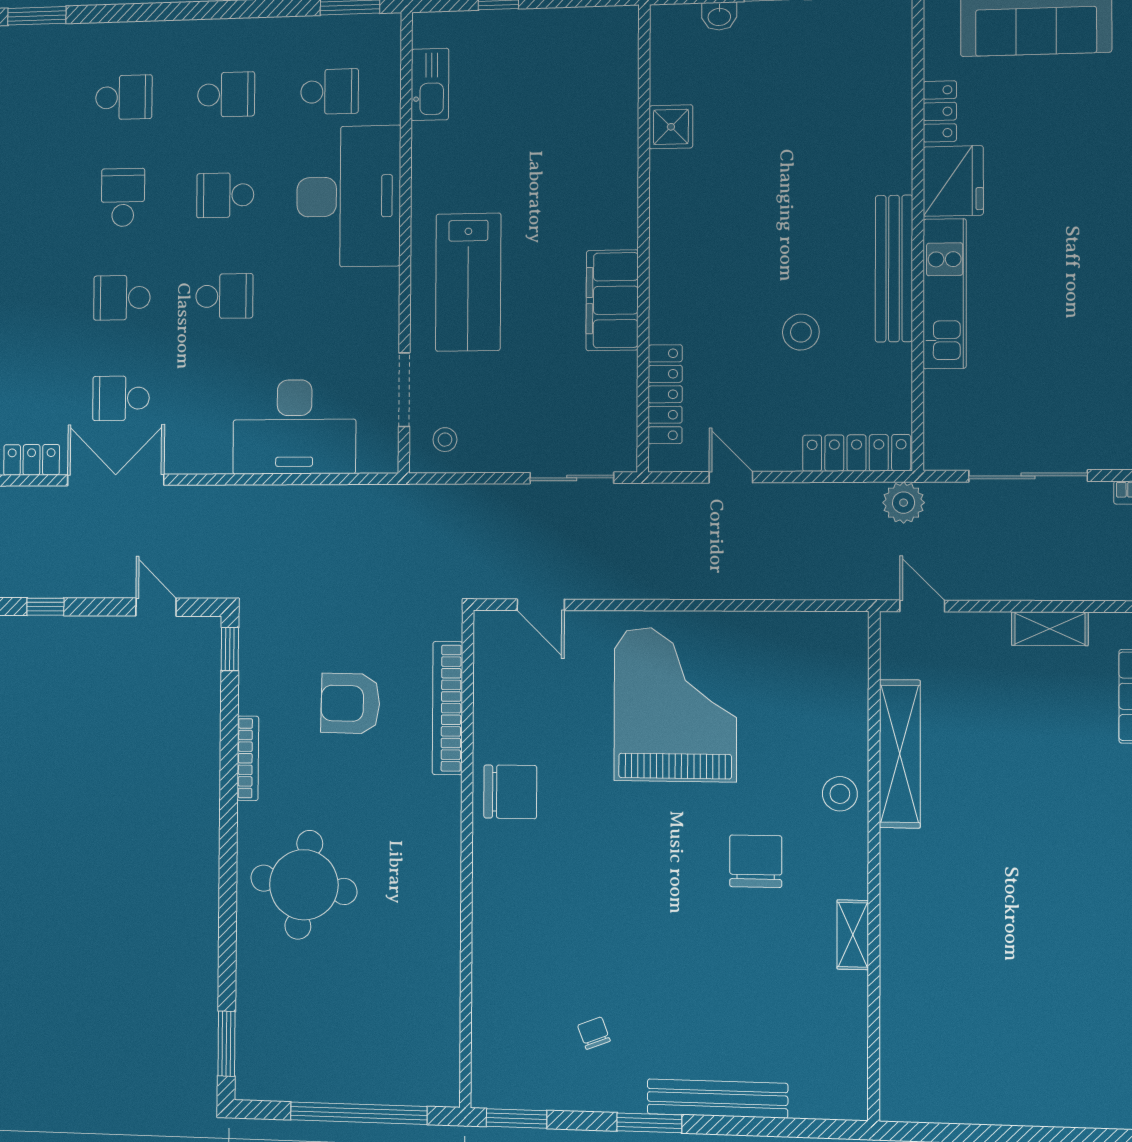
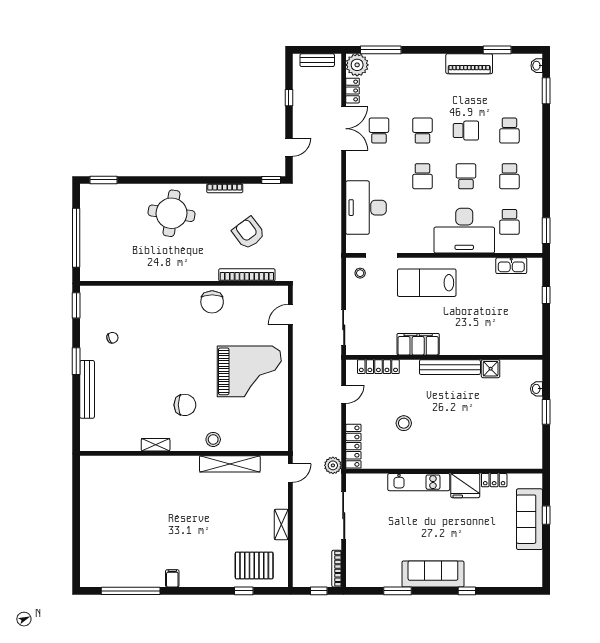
bench: (894, 269) -> (450, 367), moved
armchair: (350, 703) -> (248, 233), turned -38

